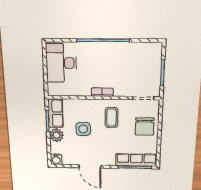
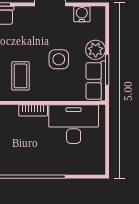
desk: (61, 63) -> (74, 124), moved, turned -90
water cooler: (56, 159) -> (82, 14), moved

